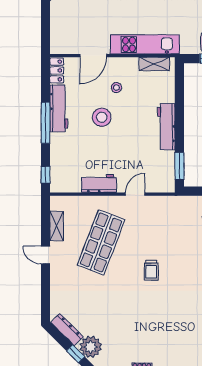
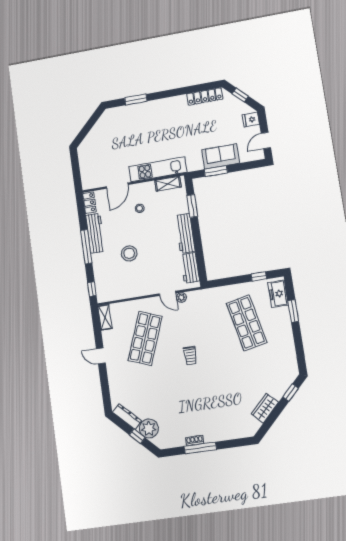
stool: (102, 117) -> (129, 253), moved
window: (179, 166) -> (192, 206), moved
workbench: (99, 184) -> (190, 268), moved, turned -90
door: (135, 194) -> (168, 293), swing flipped
plant: (151, 201) -> (181, 297), added
shelving: (57, 226) -> (105, 317), moved

